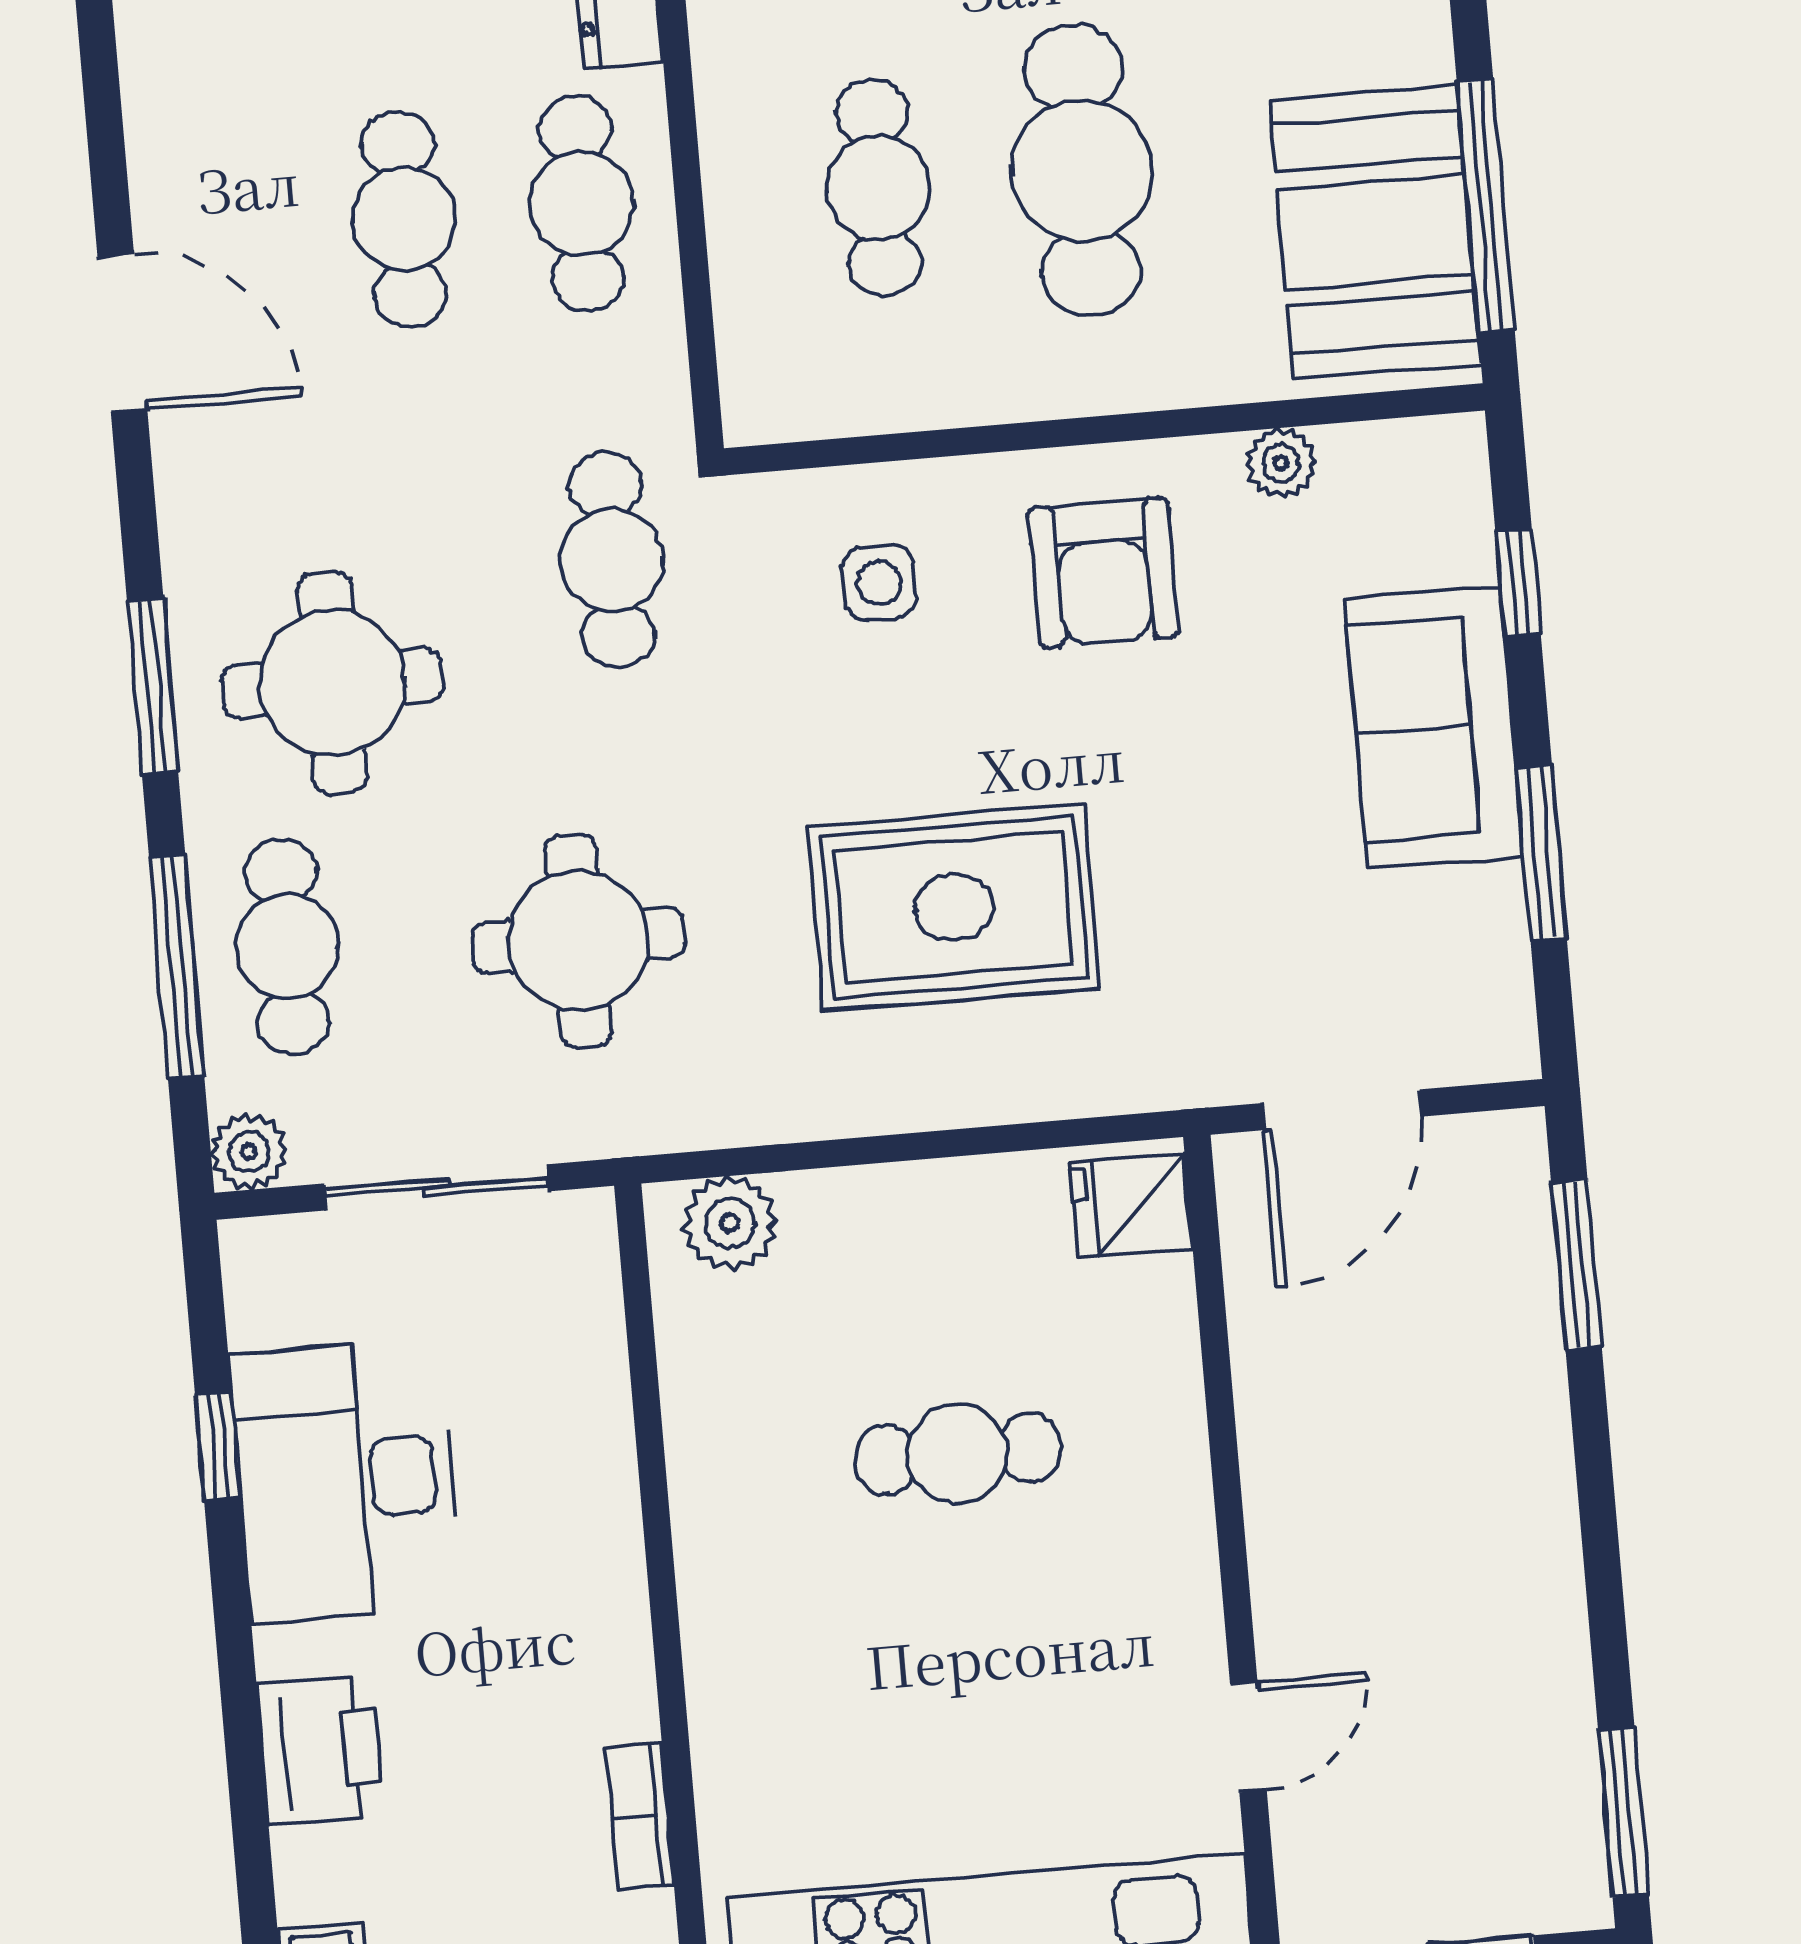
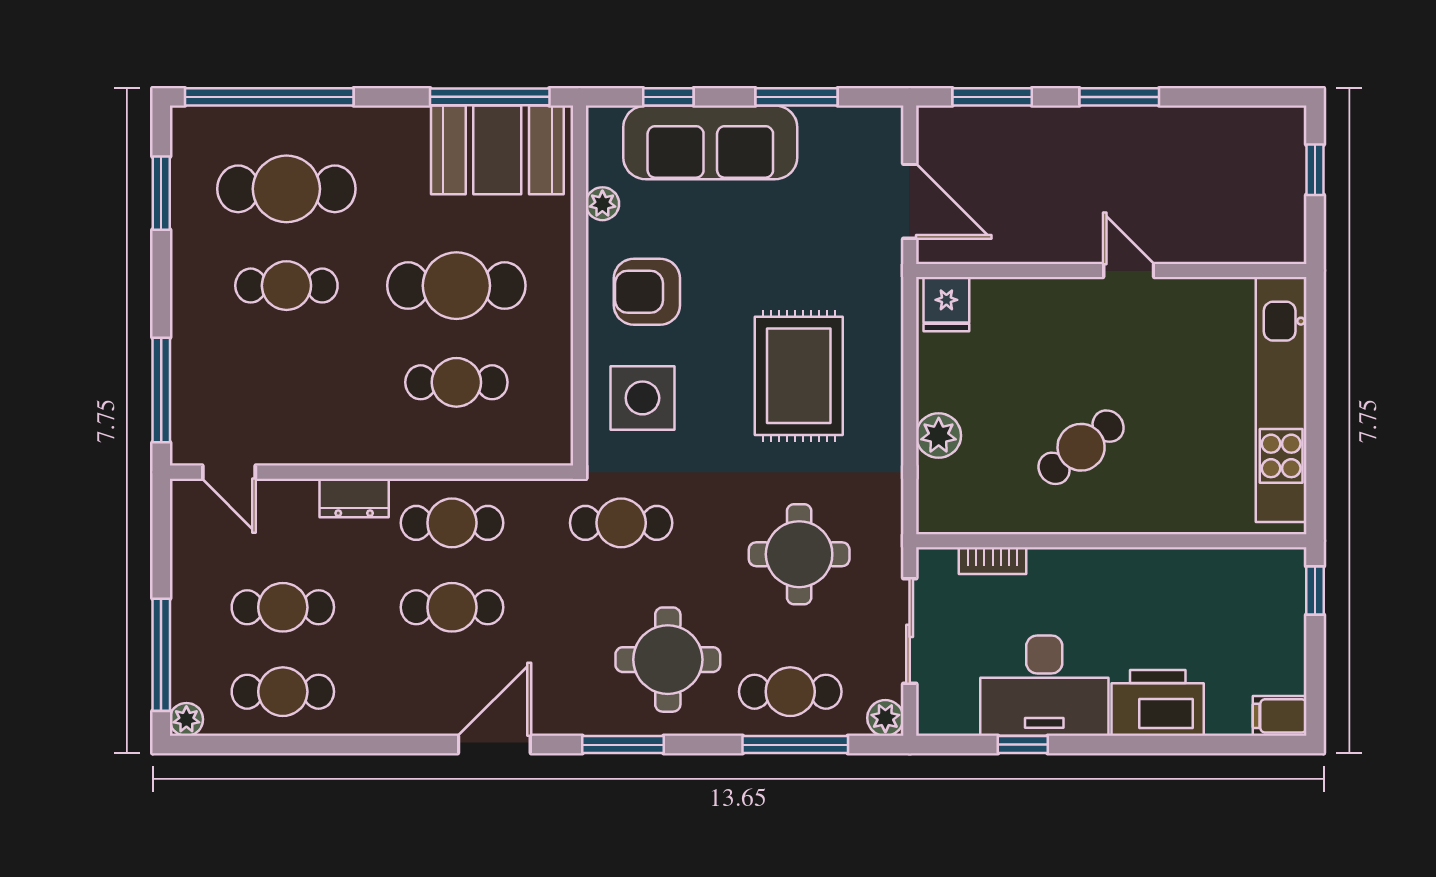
armchair: (1104, 573) -> (647, 292), turned 180
side table: (879, 582) -> (642, 398), width x1.87, depth x1.87
window: (153, 686) -> (623, 745), moved
sofa: (1434, 728) -> (710, 142), width x1.36
plant: (730, 1223) -> (939, 436), moved
cafe table: (958, 1454) -> (1081, 447), moved, turned 52
door: (1248, 1737) -> (1129, 271), moved
printer: (321, 1750) -> (1158, 703), width x1.37, depth x1.19
window: (1623, 1812) -> (1119, 97), moved
bookcase: (640, 1816) -> (993, 561), moved

